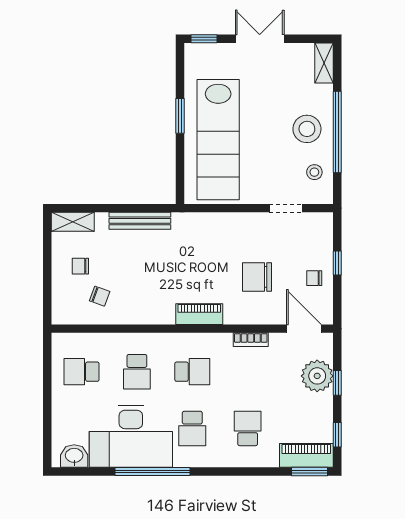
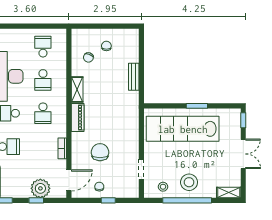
bench: (140, 221) -> (134, 77), width x0.73
shelving: (73, 222) -> (77, 89), moved
school desk: (137, 372) -> (43, 80), turned -90

